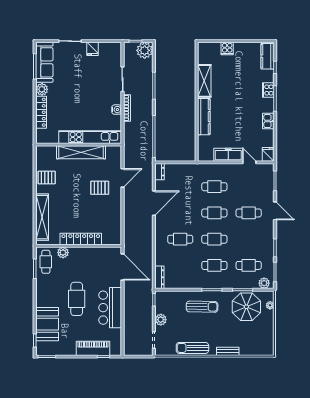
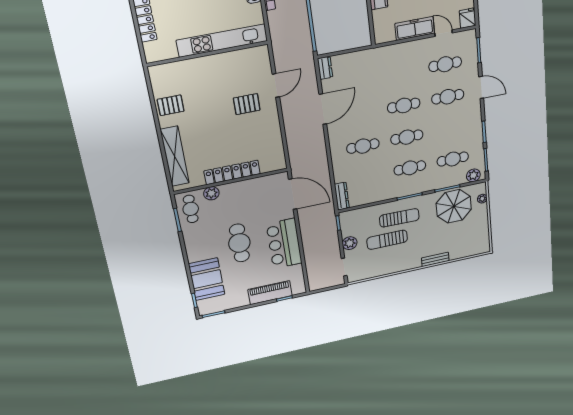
shelving: (81, 152) -> (213, 63), removed
cafe table: (214, 187) -> (445, 64), moved
sun lounger: (192, 348) -> (387, 240), moved

